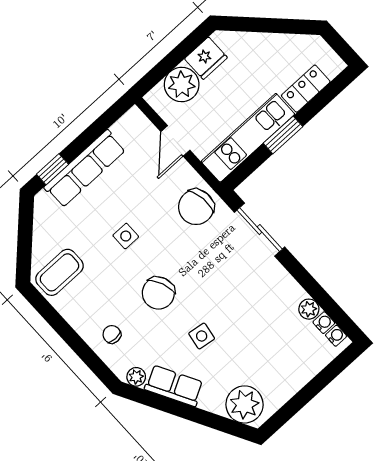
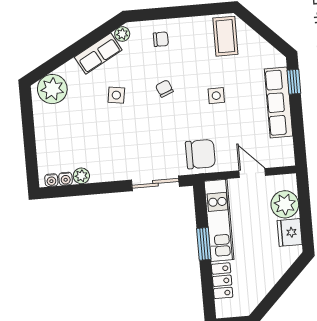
chair: (196, 207) -> (200, 154), turned 97
chair: (158, 293) -> (164, 89), width x0.54, depth x0.54

